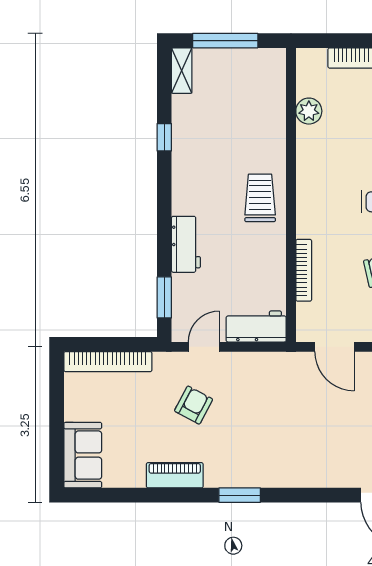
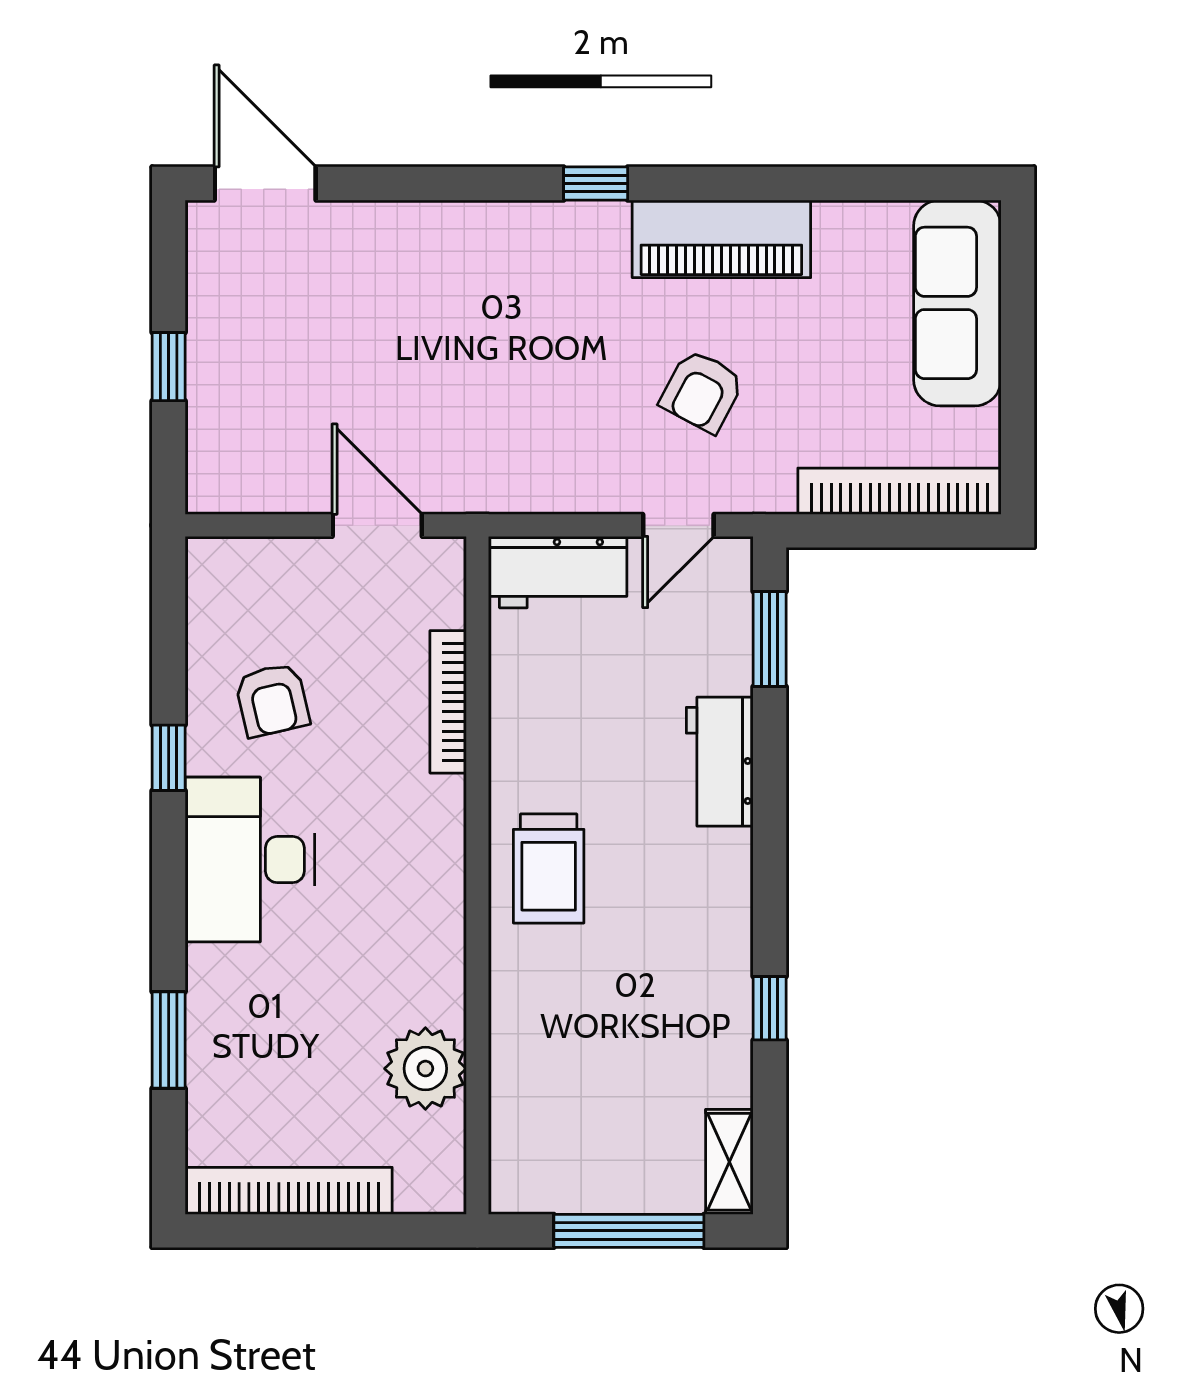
plant: (309, 111) -> (425, 1069), width x1.36, depth x1.36
sofa: (83, 455) -> (957, 303), width x1.36
piano: (175, 475) -> (721, 239), width x1.37, depth x1.33
window: (240, 495) -> (596, 184), width x0.67

